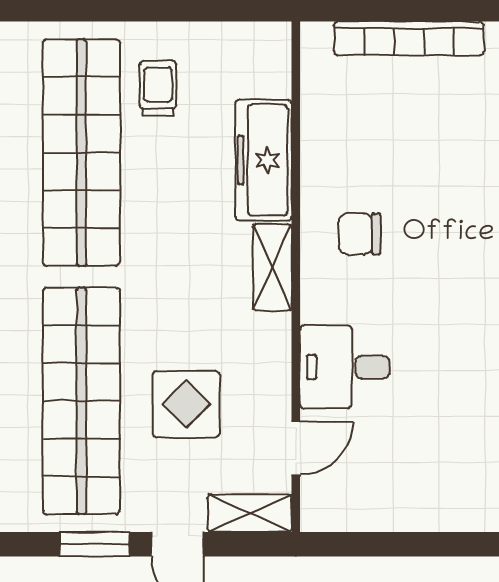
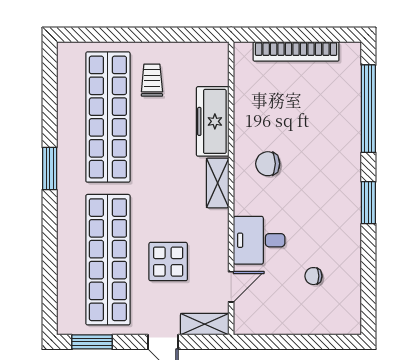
chair: (439, 429) -> (313, 276), added
window: (95, 544) -> (92, 342), moved

